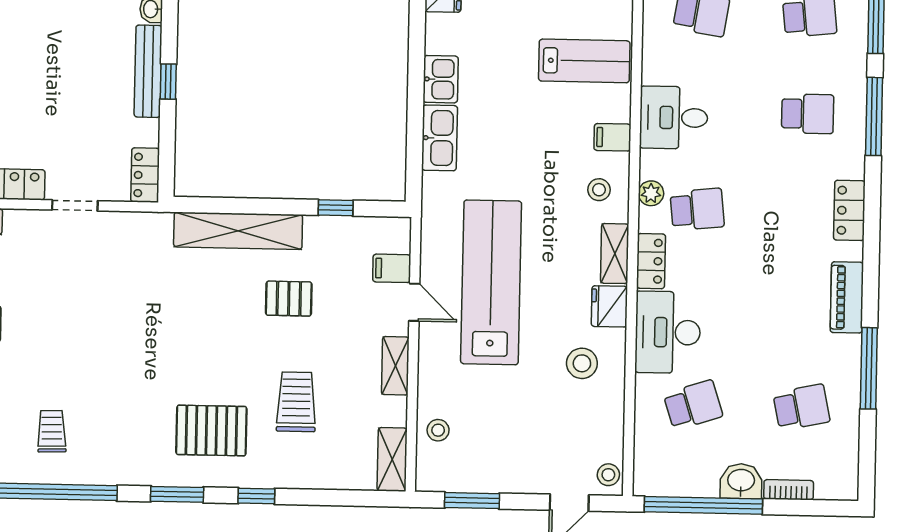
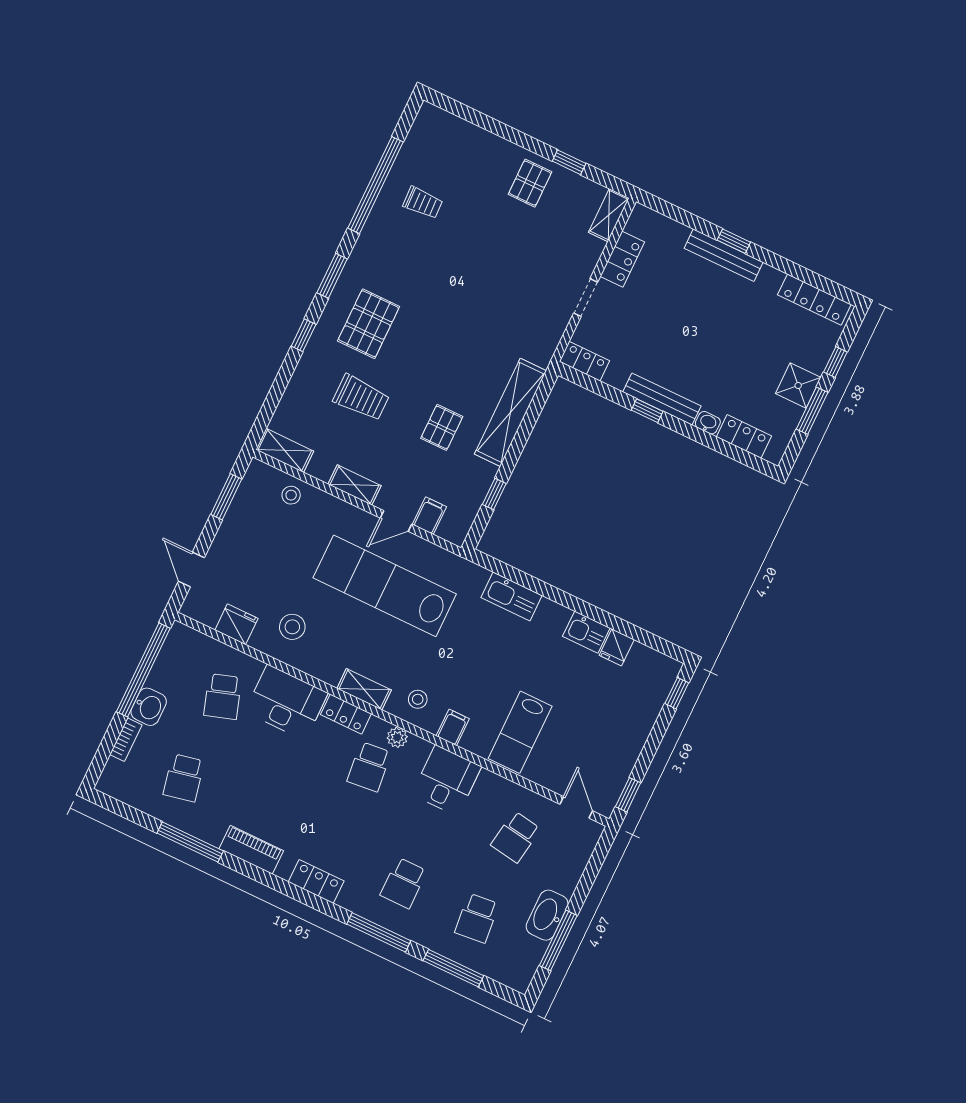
kitchen sink: (441, 79) -> (586, 632), moved
lab bench: (491, 282) -> (385, 586), turned 180
fridge: (609, 306) -> (236, 624), moved
stool: (608, 475) -> (199, 609), removed

